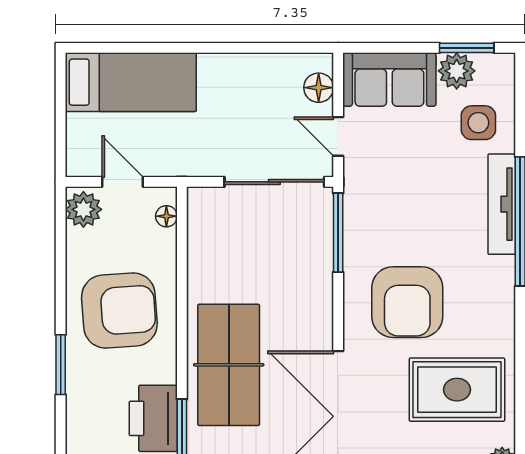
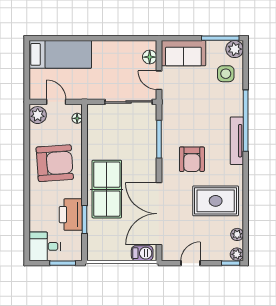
window: (467, 48) -> (220, 38), width x1.44
plant: (457, 71) -> (235, 49), moved
tv unit: (502, 204) -> (237, 141), moved
window: (338, 233) -> (159, 139), moved
armchair: (407, 302) -> (192, 159), width x0.73, depth x0.73
window: (61, 365) -> (27, 189), removed

